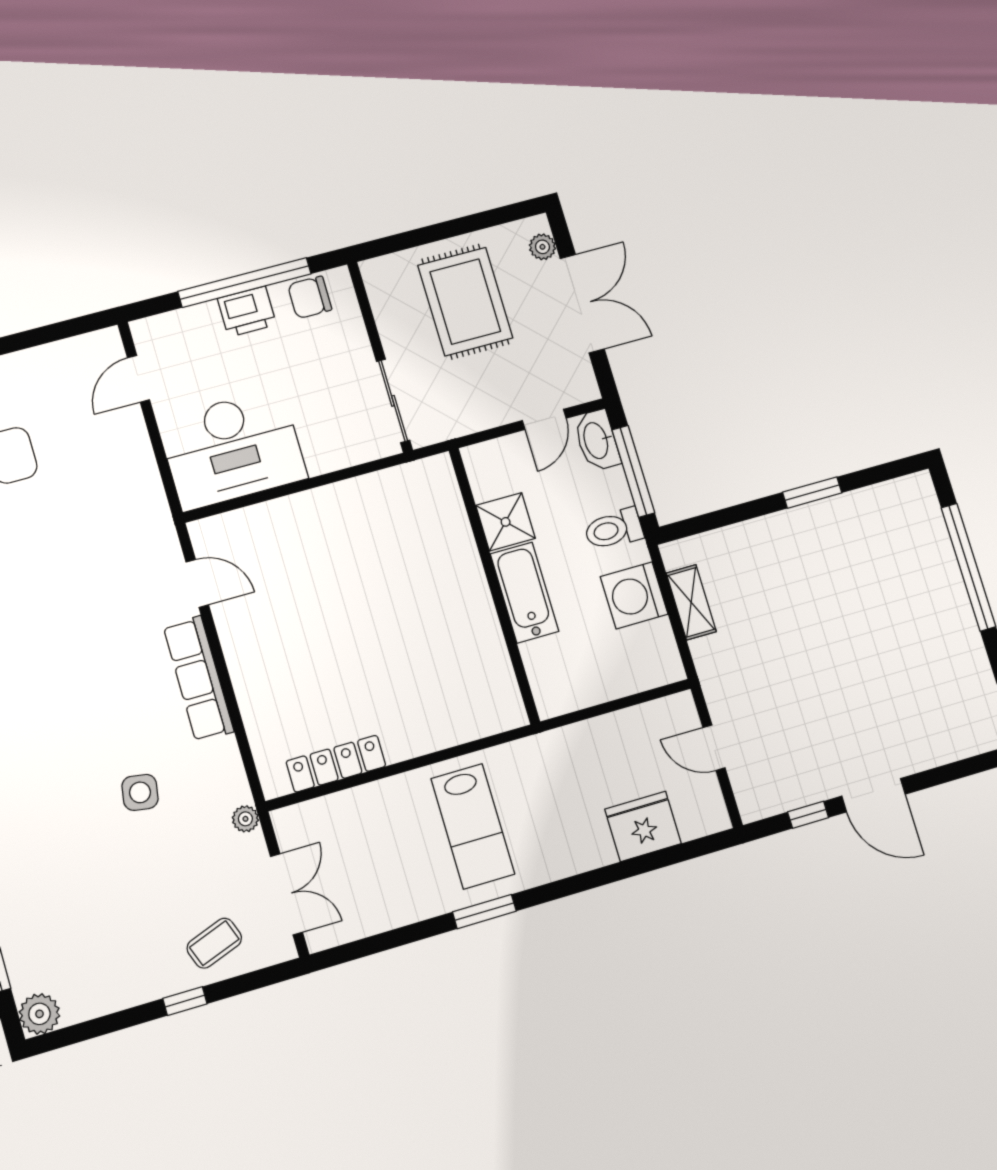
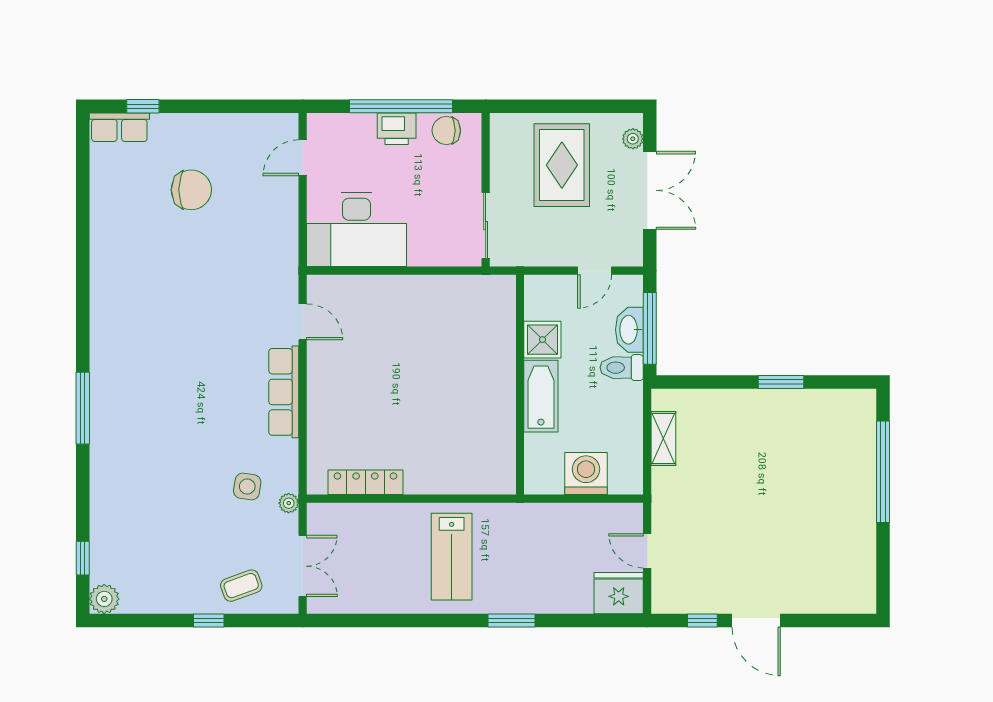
washbasin: (597, 440) -> (629, 330), moved
washing machine: (634, 595) -> (586, 473), moved, turned 90
side table: (140, 792) -> (247, 487), moved
fridge: (643, 826) -> (619, 593), moved
window: (484, 912) -> (512, 620), moved

